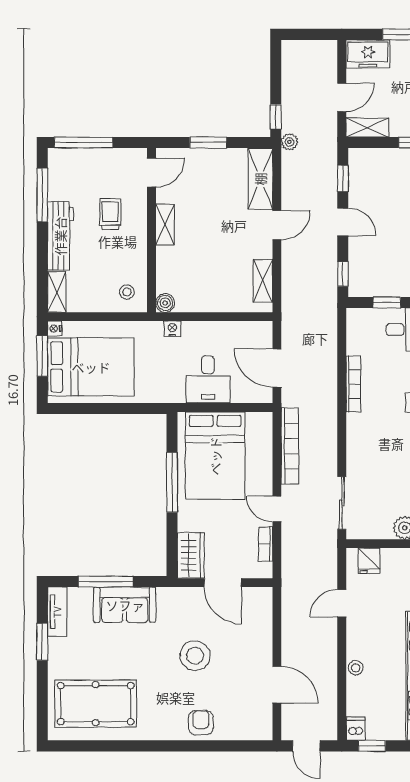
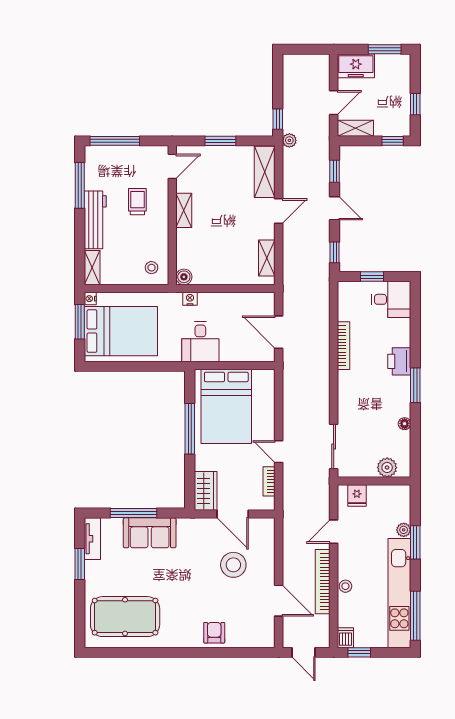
desk: (208, 379) -> (200, 342), moved
bookcase: (290, 446) -> (323, 582), moved, turned 180
stool: (195, 656) -> (233, 565), moved

